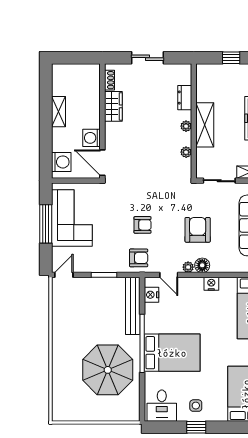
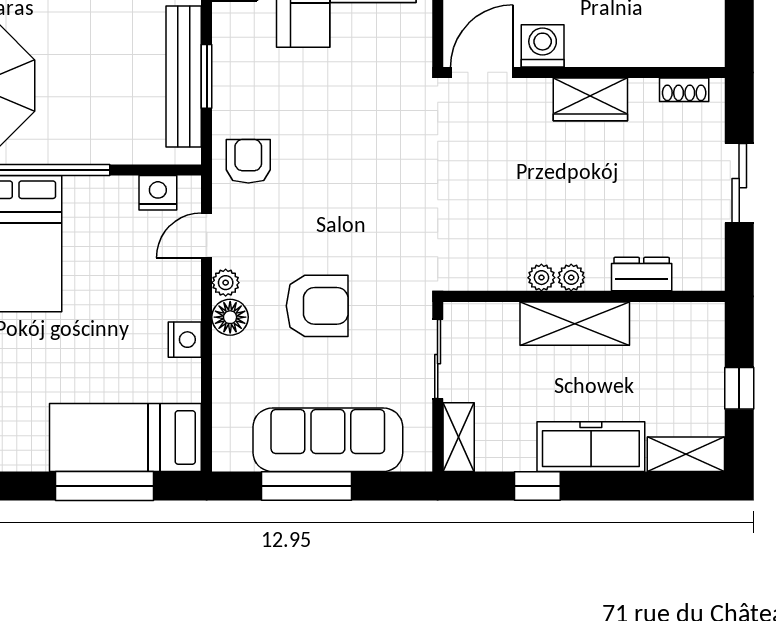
wardrobe: (113, 106) -> (590, 99), moved
plant: (186, 152) -> (541, 278), moved
armchair: (143, 225) -> (329, 171), removed
armchair: (139, 258) -> (248, 161), turned 180
bench: (133, 306) -> (184, 77), moved, turned 90

